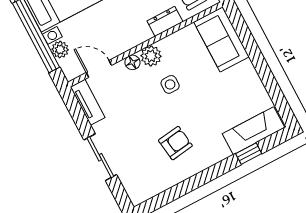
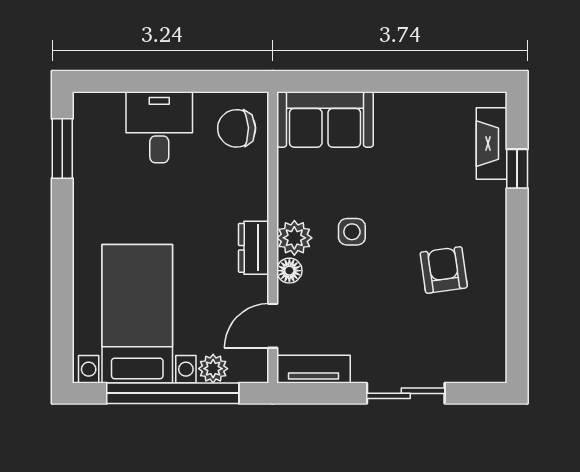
dresser: (165, 21) -> (254, 248), moved
fireplace: (254, 131) -> (492, 144), width x0.73, depth x0.76

